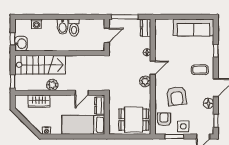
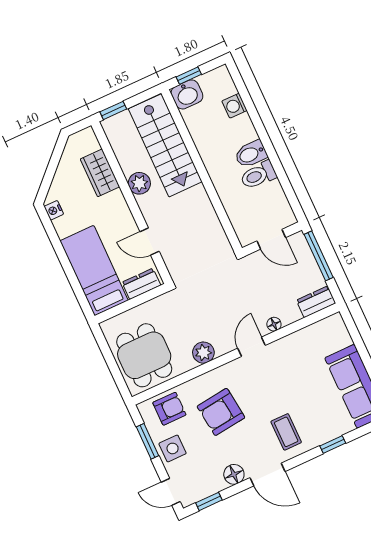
door: (153, 68) -> (252, 347), swing flipped
plant: (145, 81) -> (203, 353), moved

